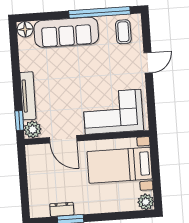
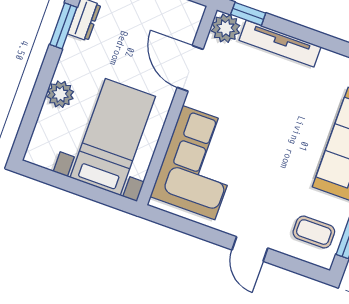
door: (63, 139) -> (190, 68), hinge flipped
plant: (146, 202) -> (60, 94), moved

